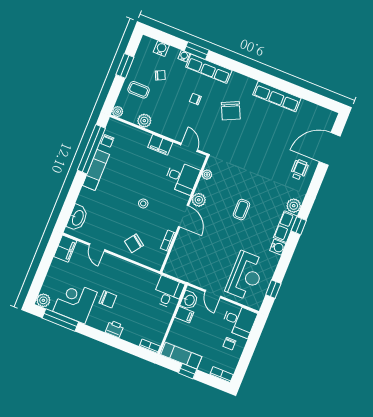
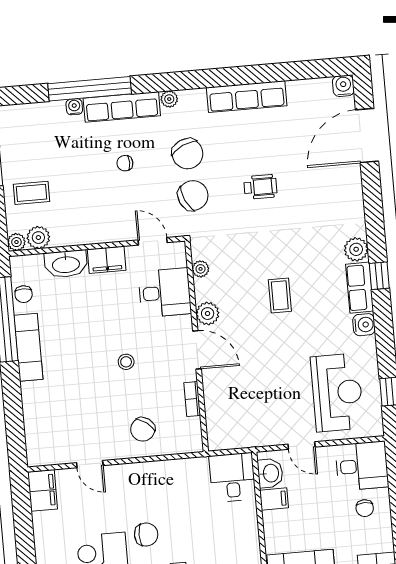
water cooler: (161, 49) -> (343, 86), moved
window: (197, 51) -> (90, 89), width x2.11
chair: (160, 75) -> (193, 196), moved, width x1.87, depth x1.87
plant: (236, 77) -> (169, 99), added
plant: (144, 121) -> (38, 238), moved
wheelchair: (299, 170) -> (260, 187), moved, turned 90
washbasin: (77, 218) -> (66, 264), moved, turned 90

